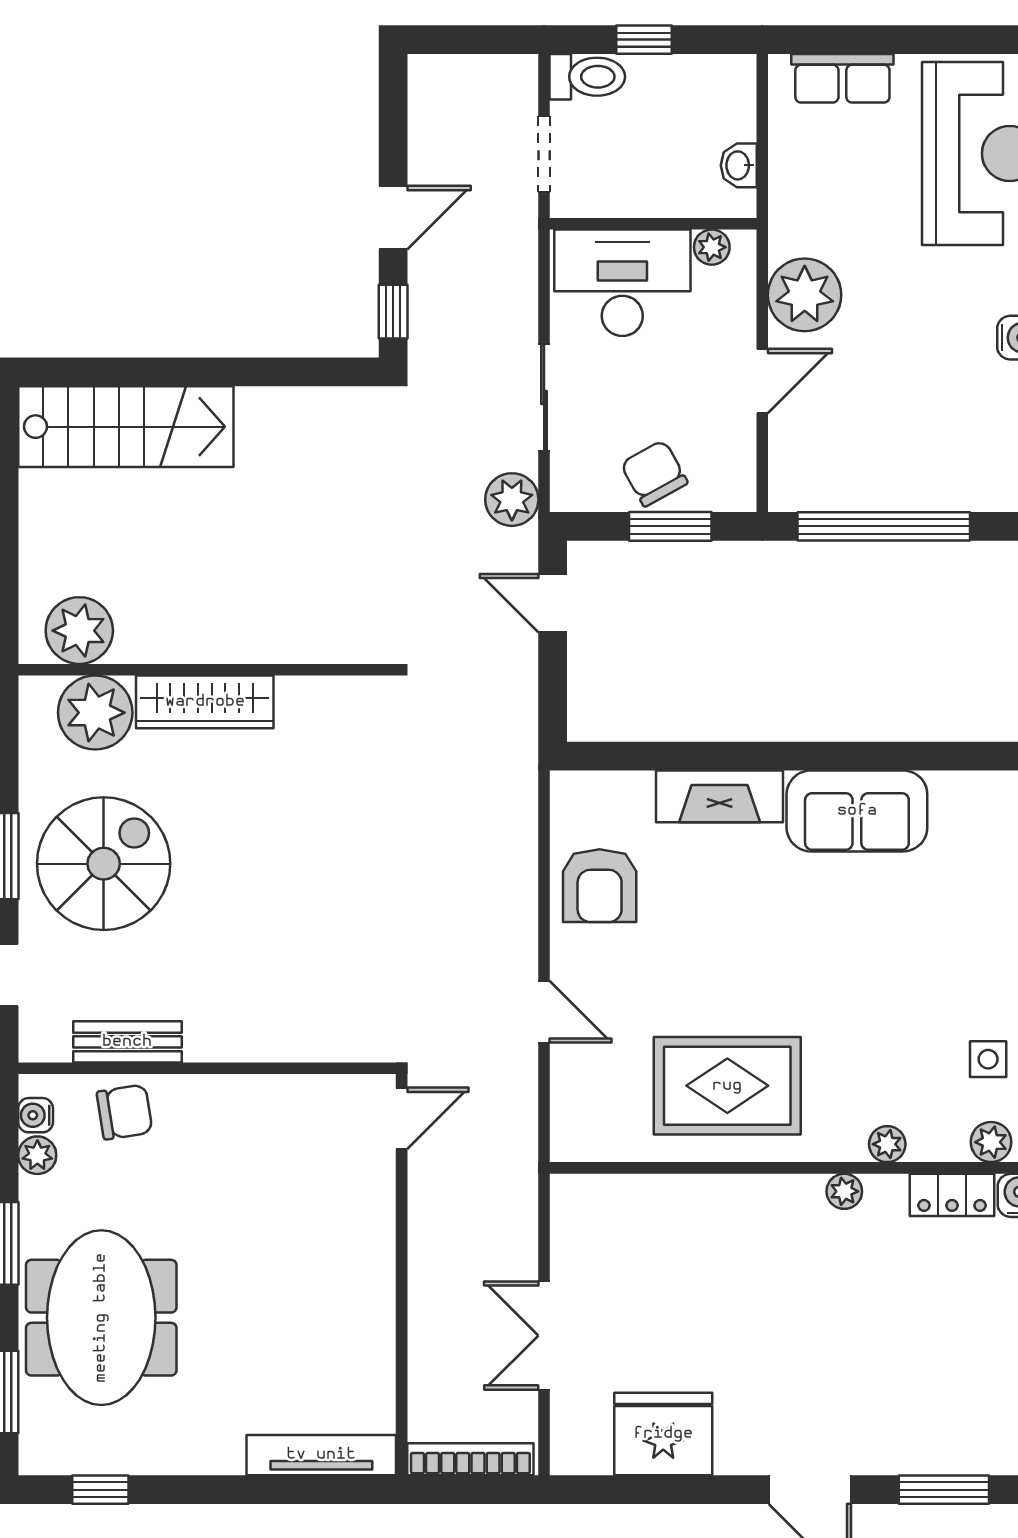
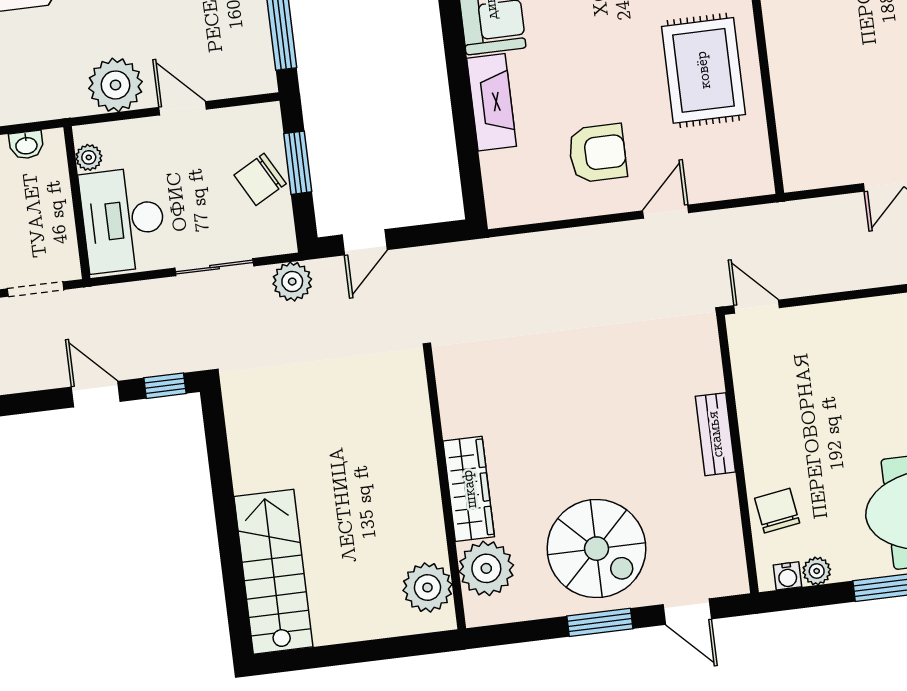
spiral stairs: (104, 864) -> (596, 549), turned 180
armchair: (600, 886) -> (598, 153), moved
bench: (127, 1042) -> (715, 434), moved

